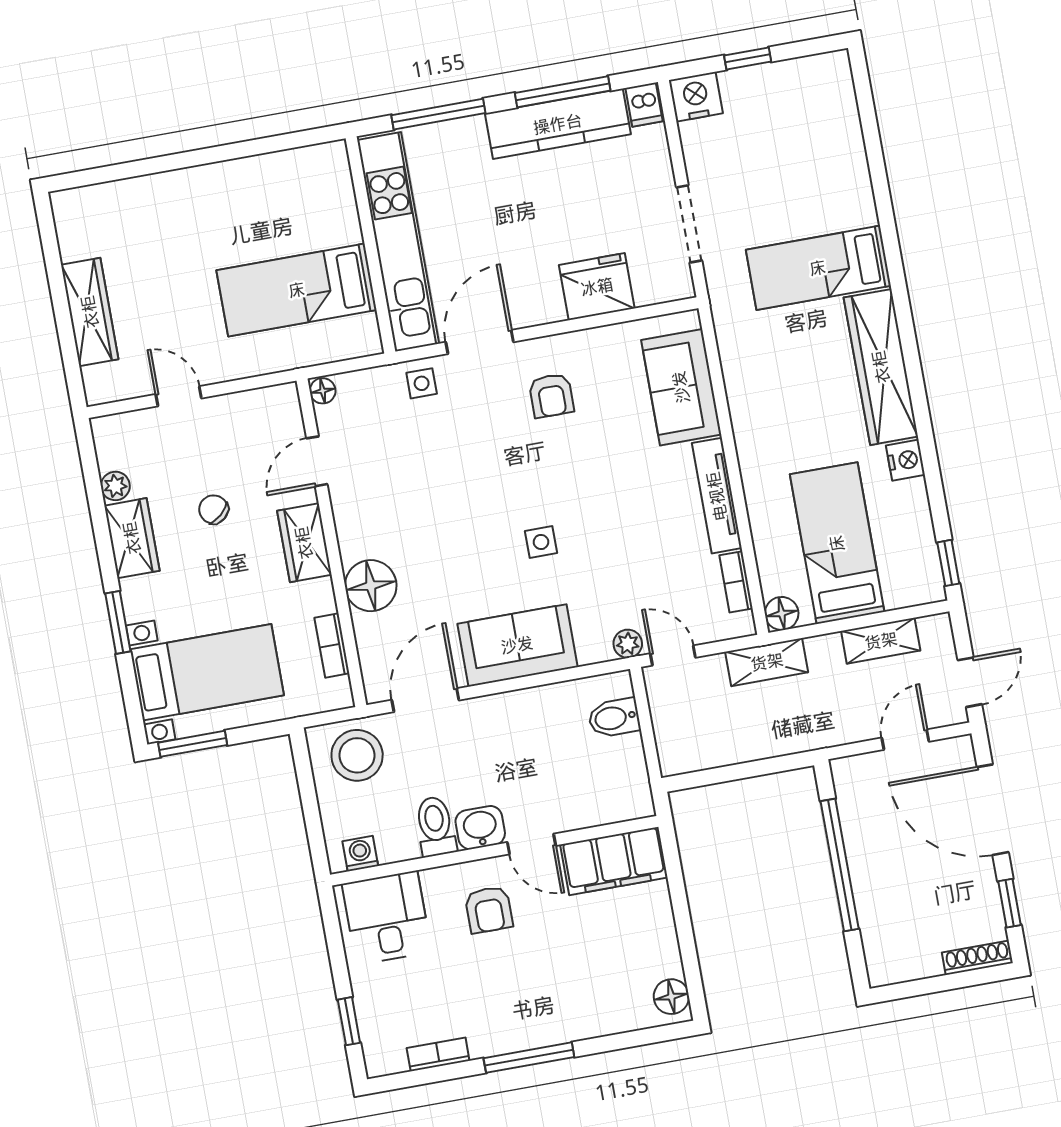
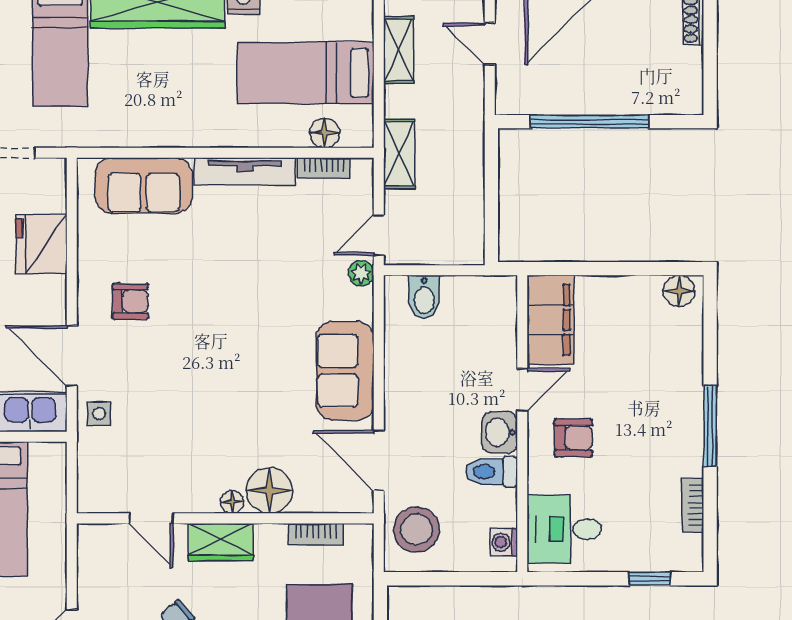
floor lamp: (323, 391) -> (232, 502), moved
side table: (541, 542) -> (258, 334), removed
floor lamp: (782, 613) -> (325, 133), moved

